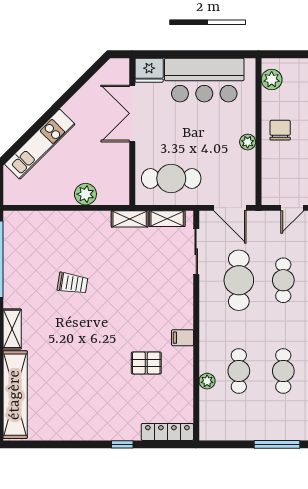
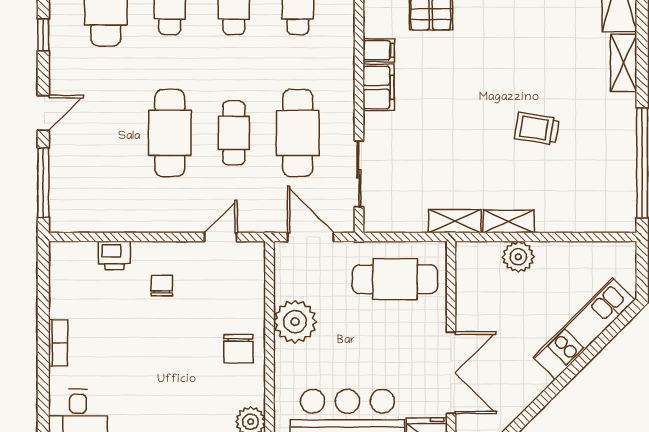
plant: (248, 142) -> (295, 322), width x1.88, depth x1.88
shelving: (167, 219) -> (509, 221), moved
filing cabinet: (183, 312) -> (379, 87), added

